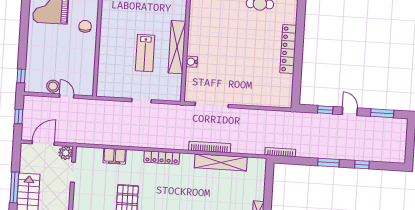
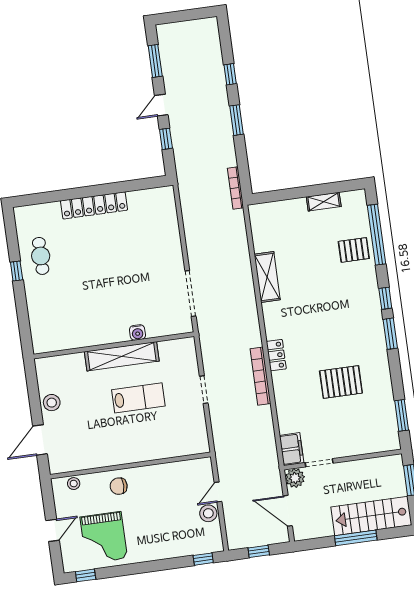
bookcase: (210, 147) -> (260, 376), moved
filing cabinet: (115, 156) -> (292, 449), moved
locker: (162, 157) -> (276, 355), width x0.66
shelving: (221, 162) -> (267, 277), width x0.68

